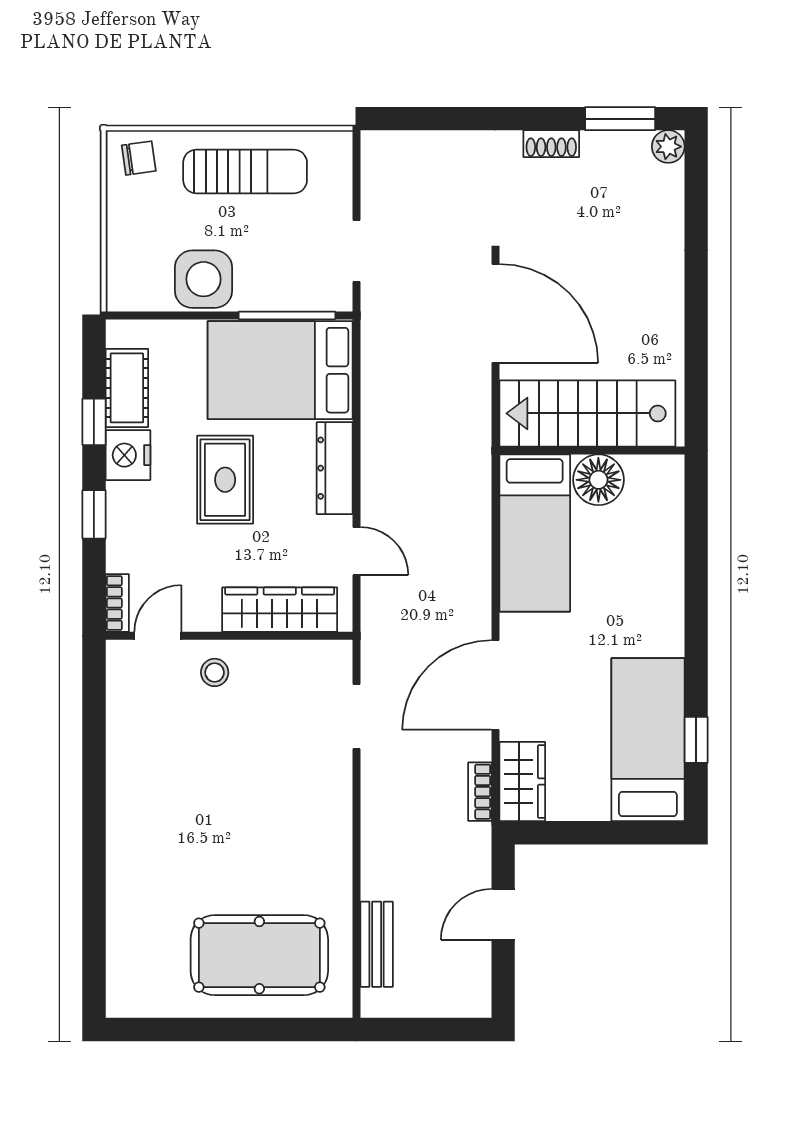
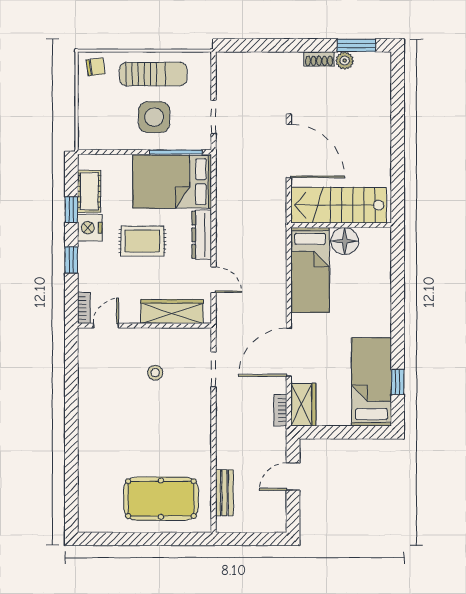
plant: (668, 147) -> (345, 61), moved
side table: (204, 279) -> (154, 117), moved
rug: (225, 480) -> (142, 241), turned 90
stool: (215, 672) -> (155, 373), moved

